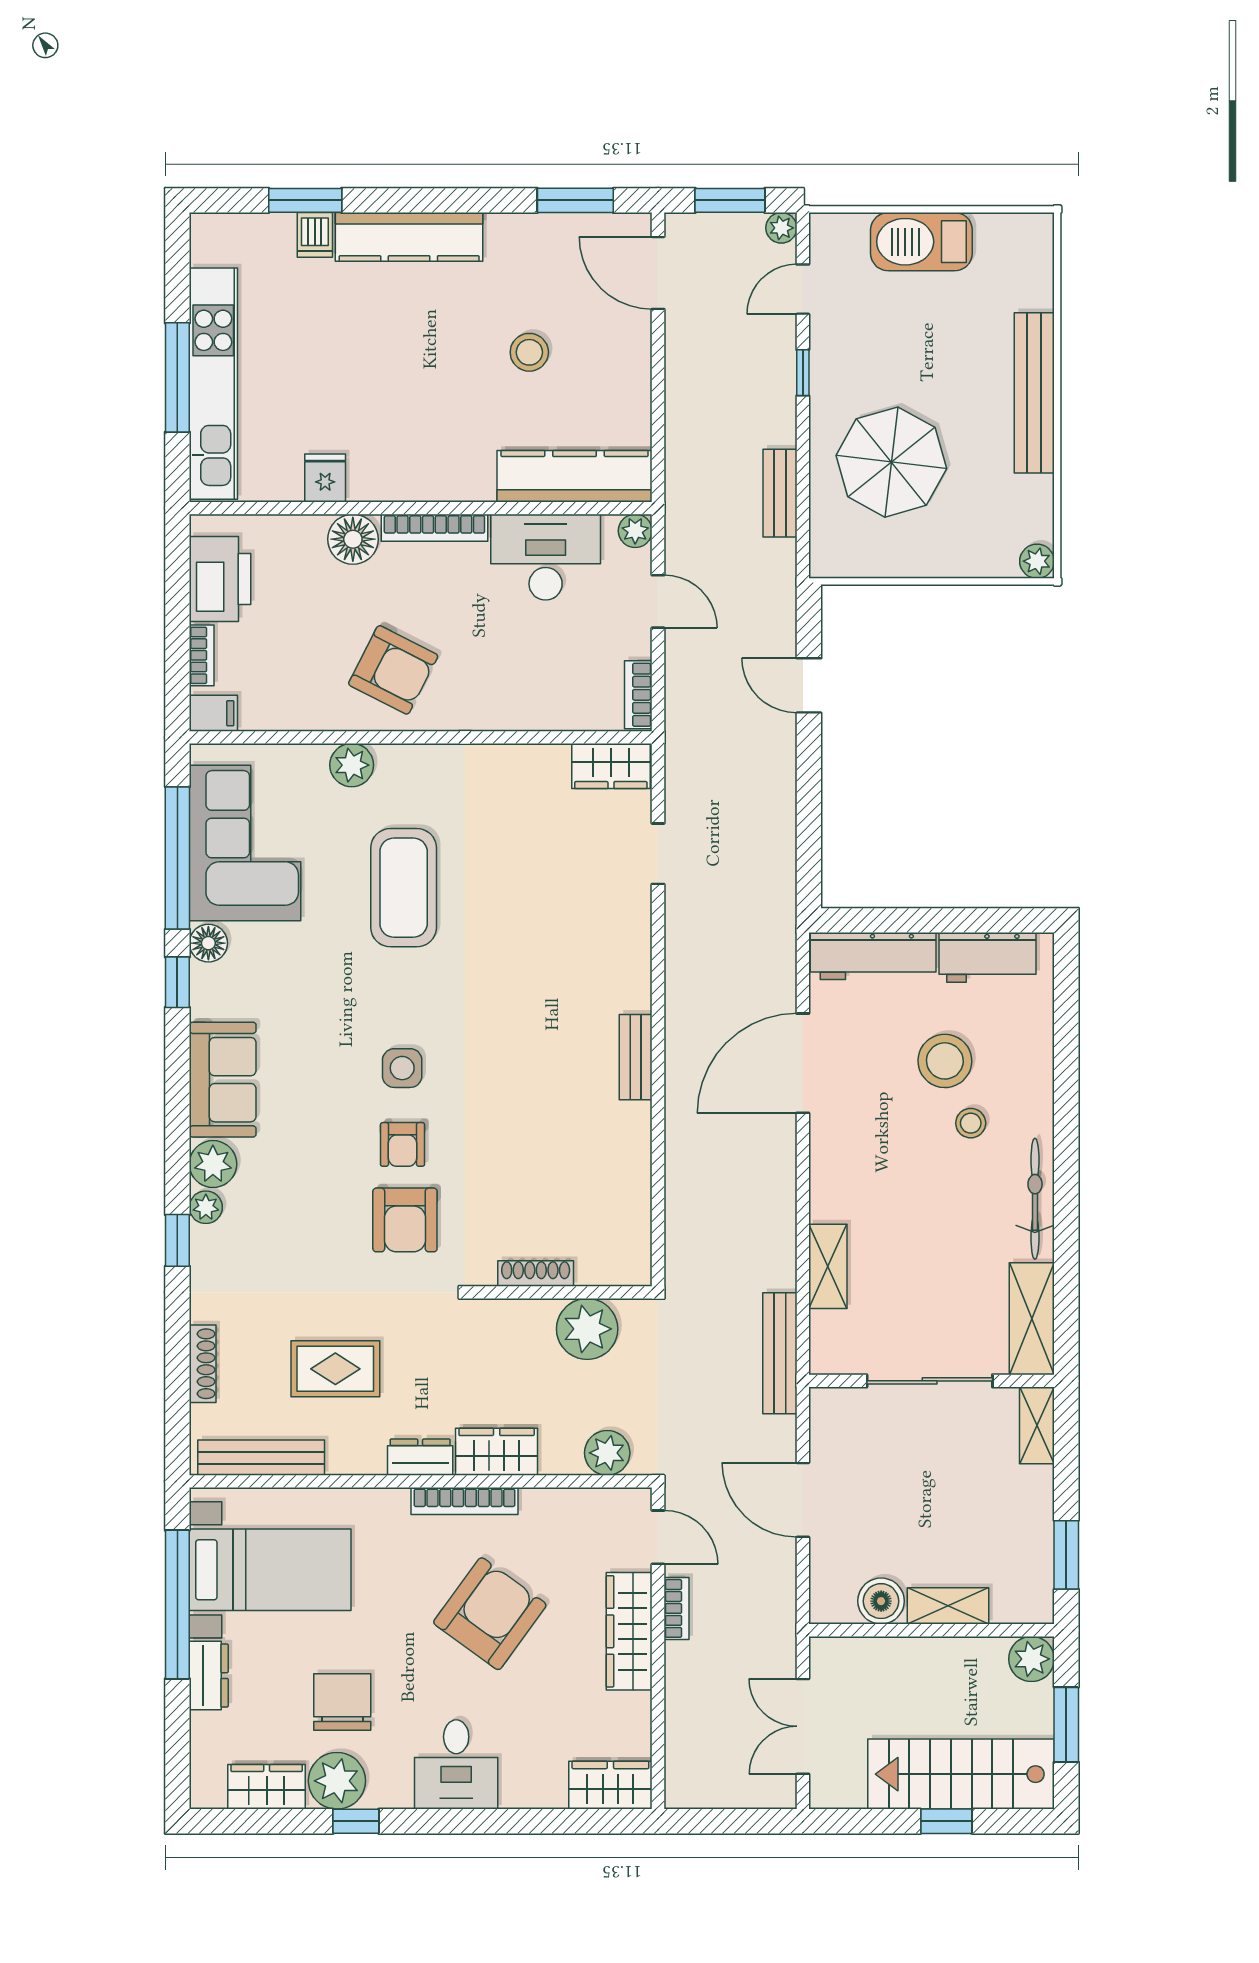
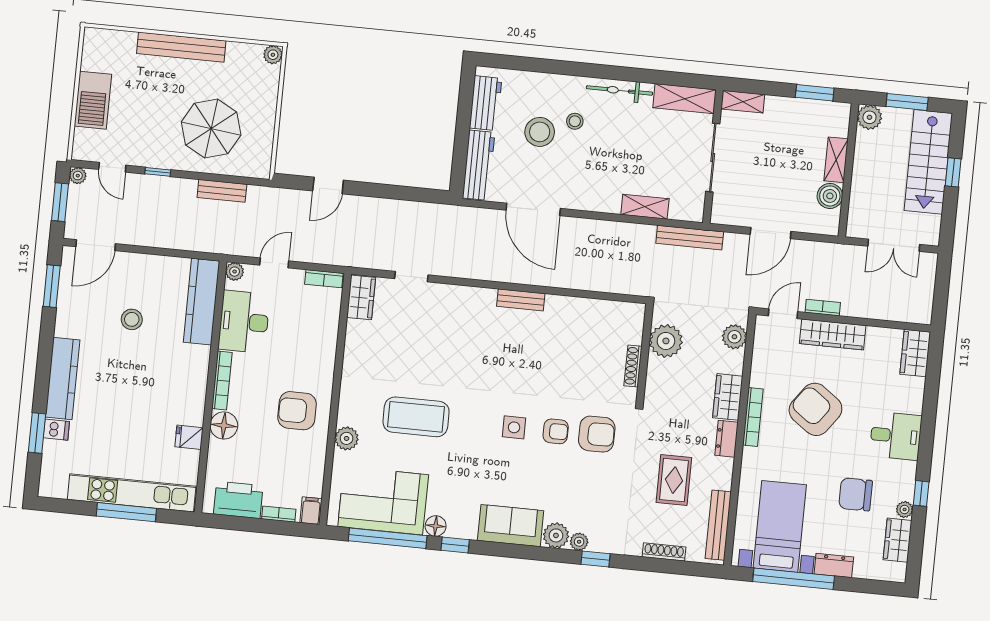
armchair: (393, 670) -> (297, 411), turned -117
plant: (337, 1781) -> (905, 510), width x0.53, depth x0.53

